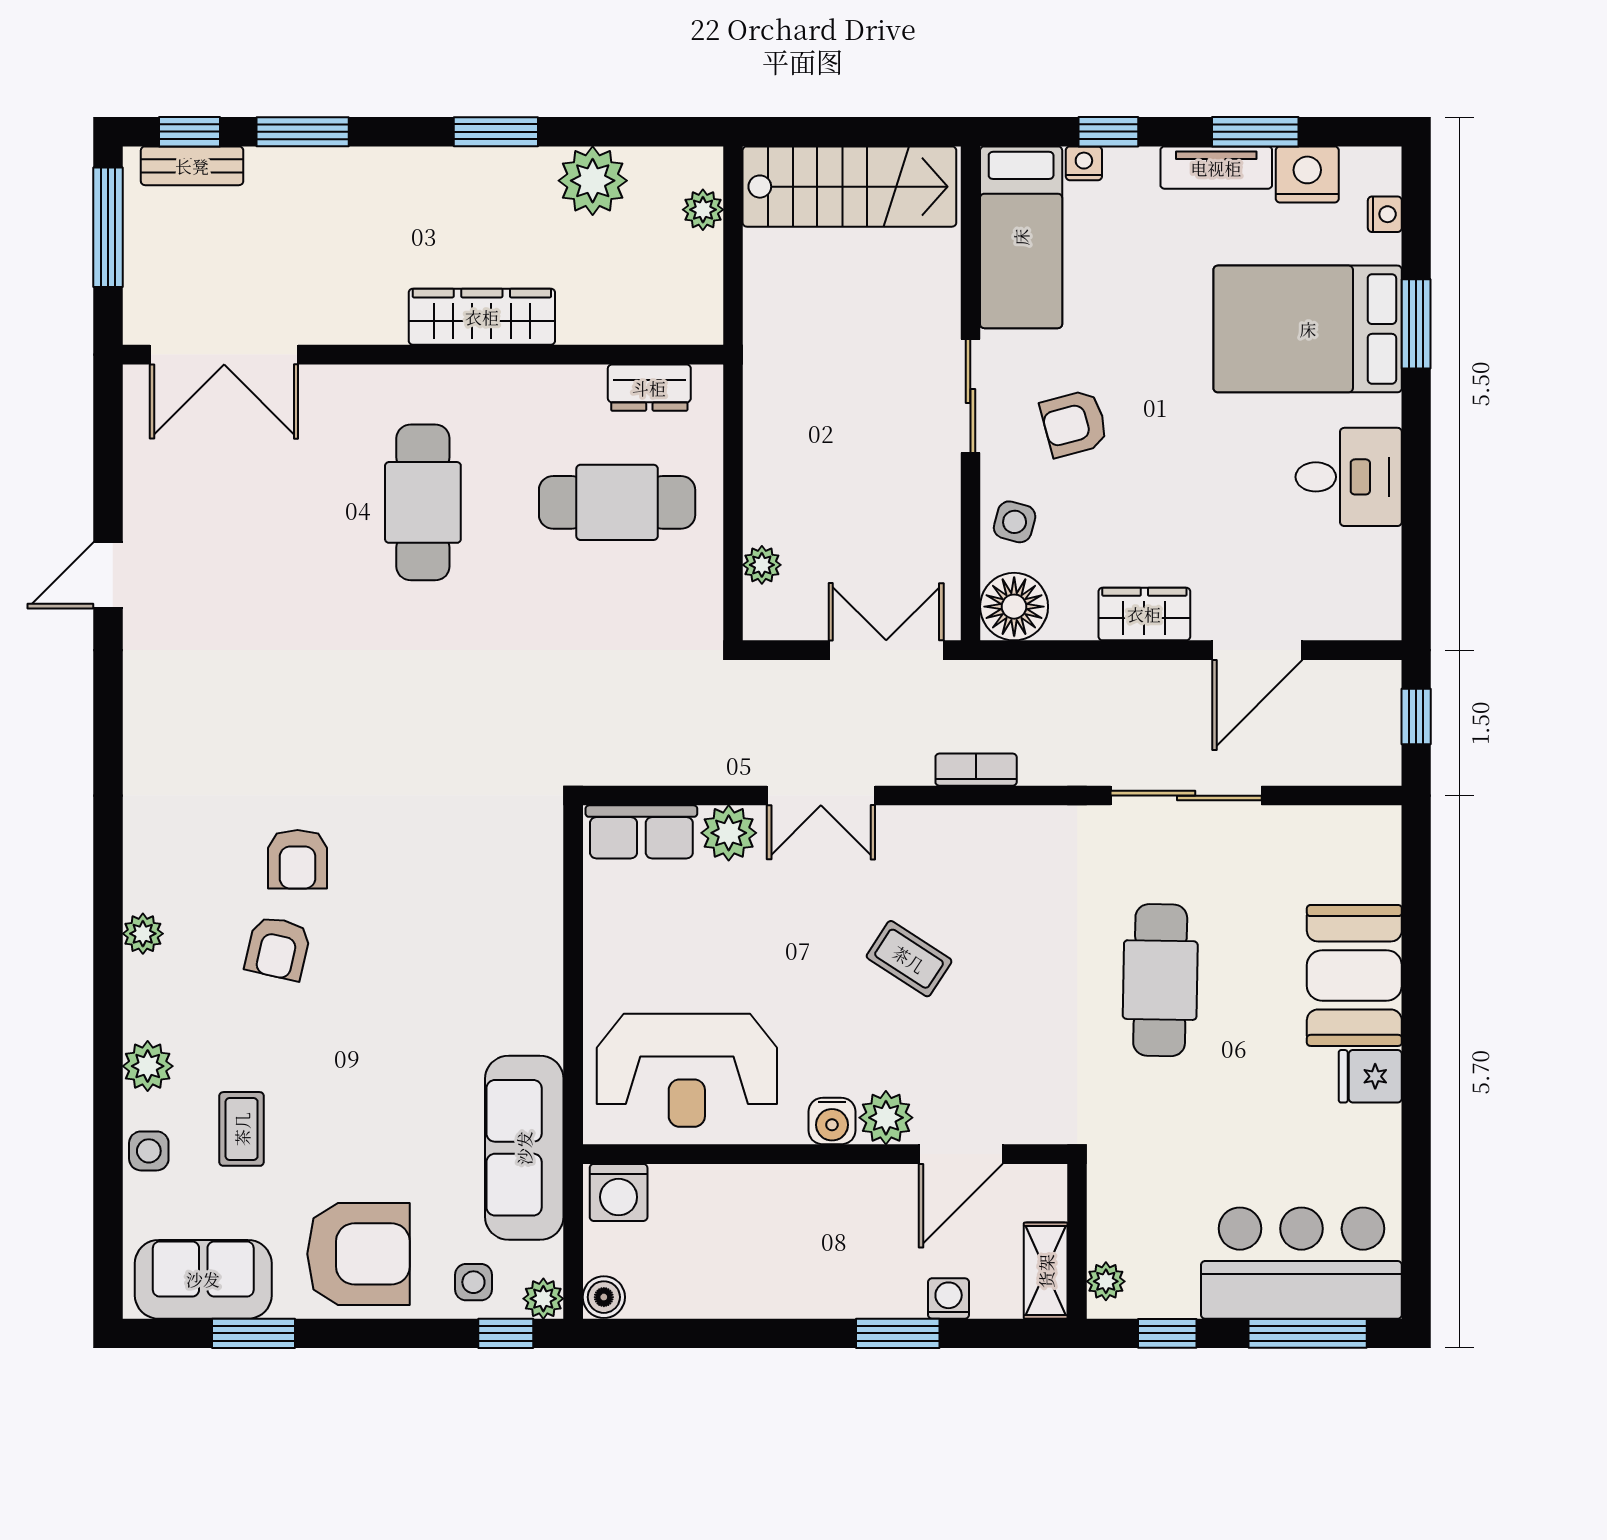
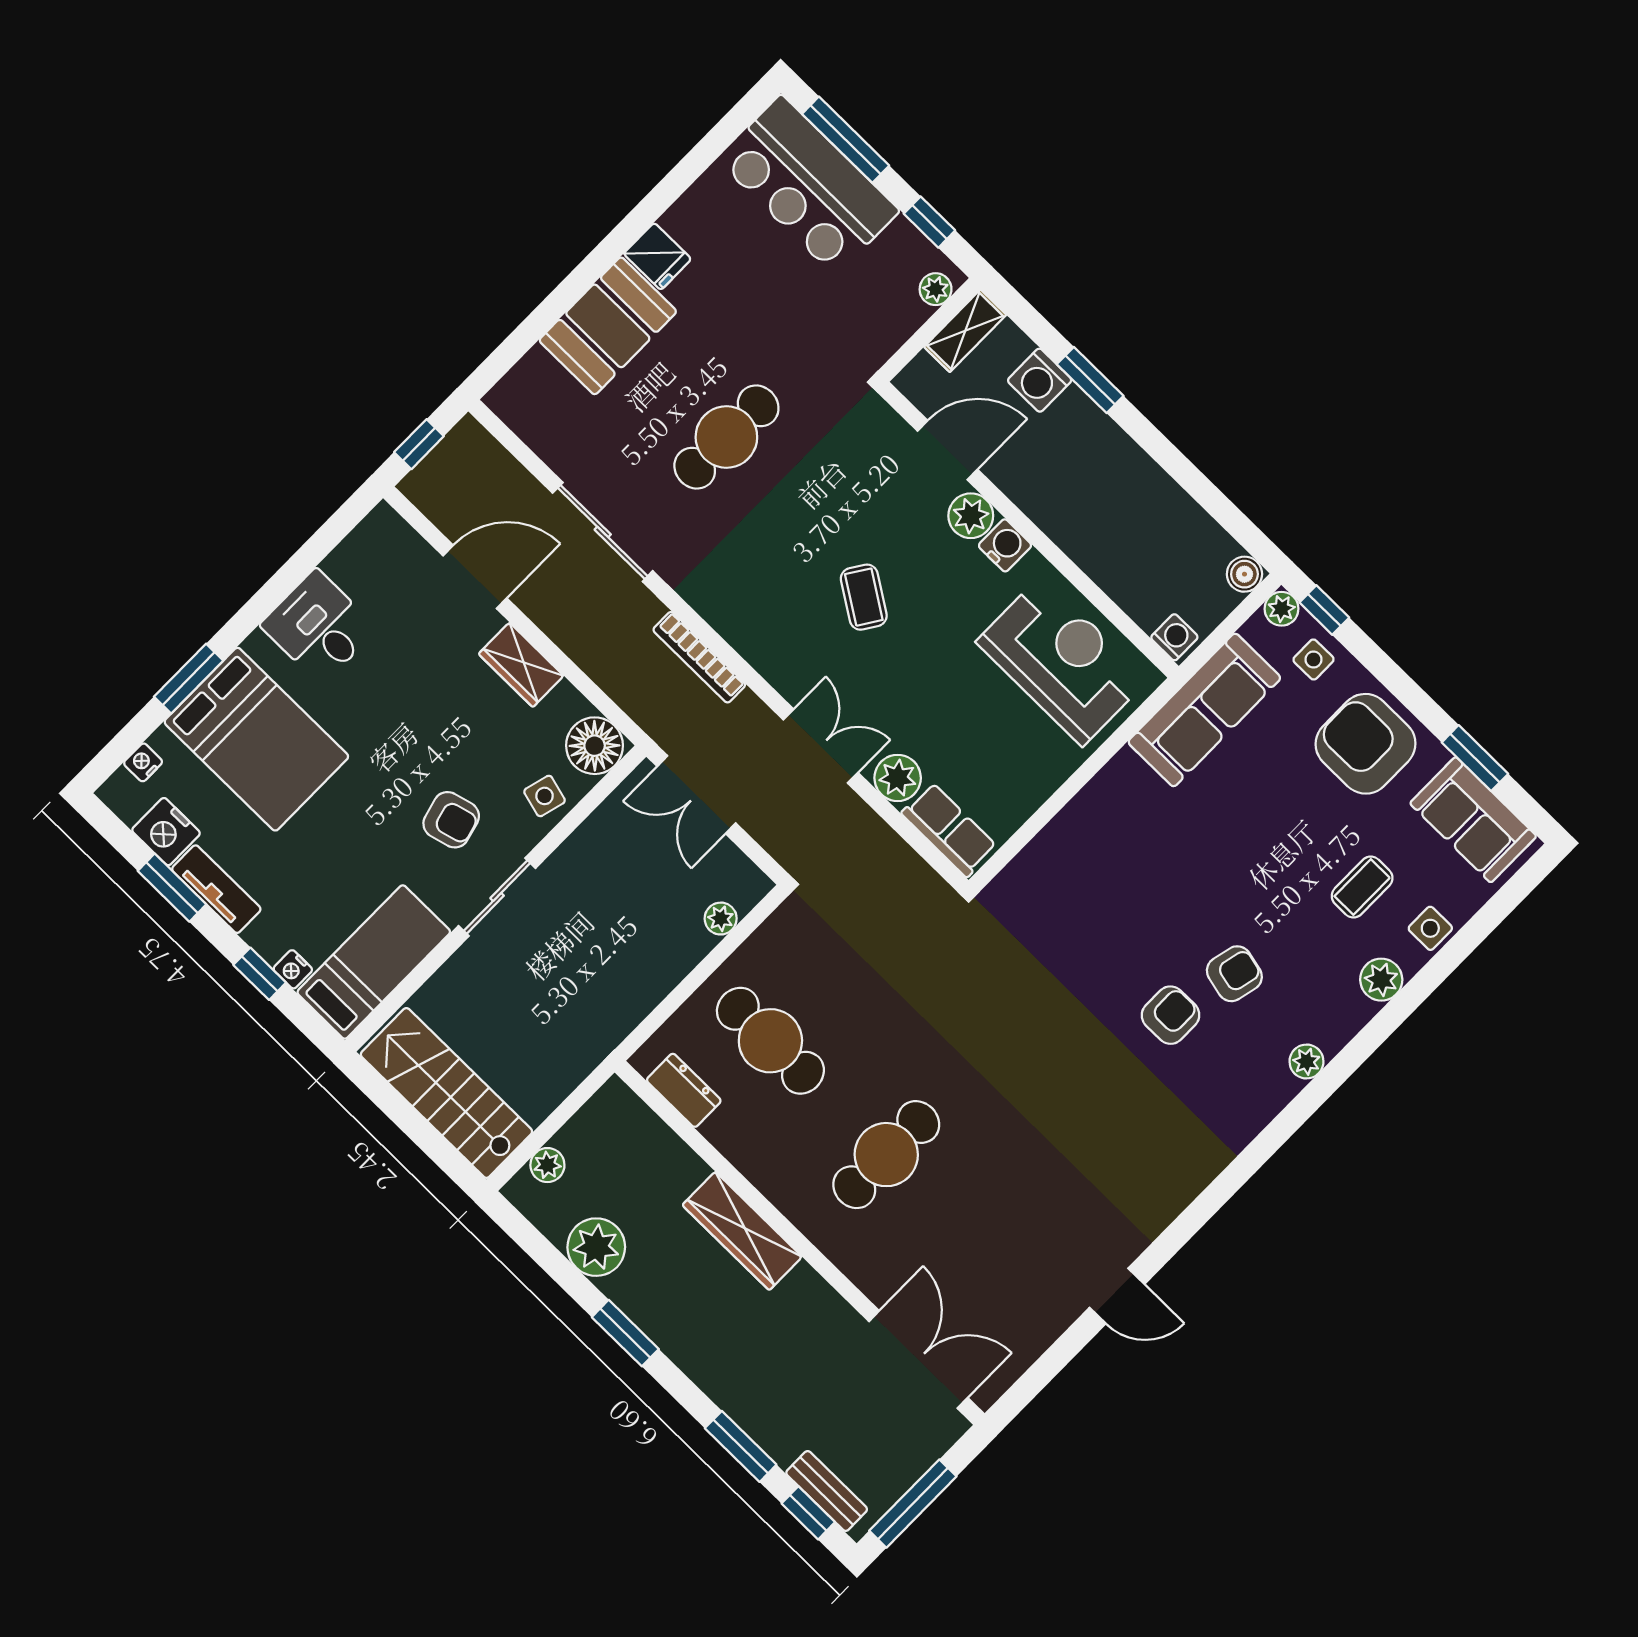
bookcase: (976, 770) -> (699, 657), width x1.56
washing machine: (619, 1192) -> (1174, 637), width x0.73, depth x0.73
washing machine: (949, 1299) -> (1040, 380), width x1.38, depth x1.38

